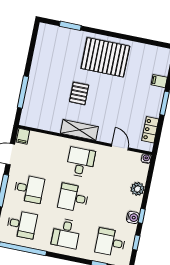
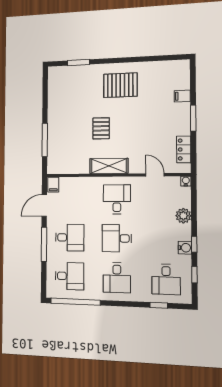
pallet: (105, 57) -> (120, 85), width x0.73, depth x0.71
desk: (110, 242) -> (166, 279), turned -90

